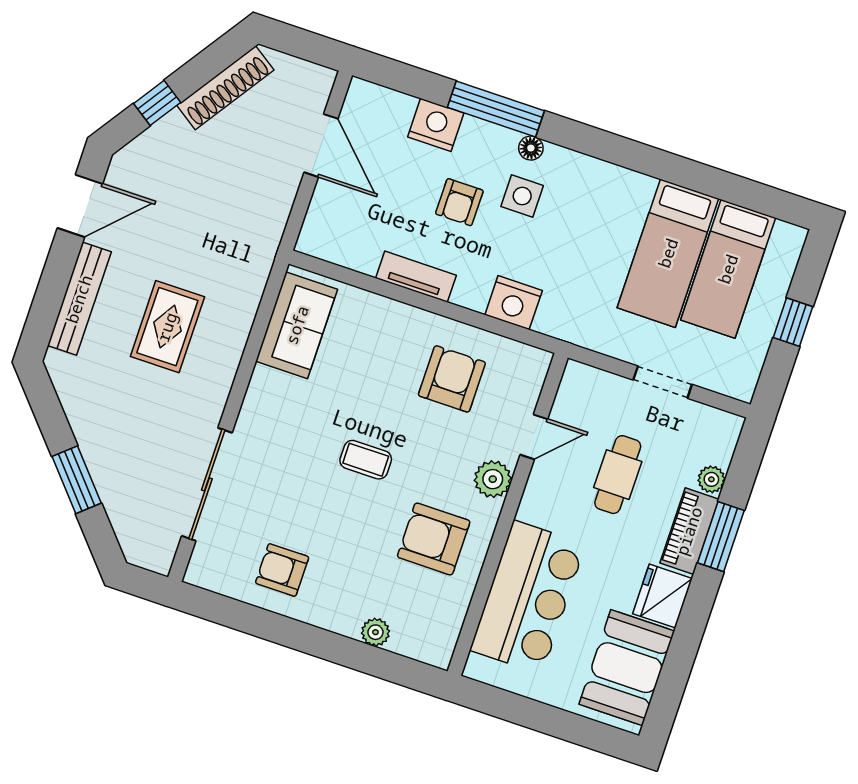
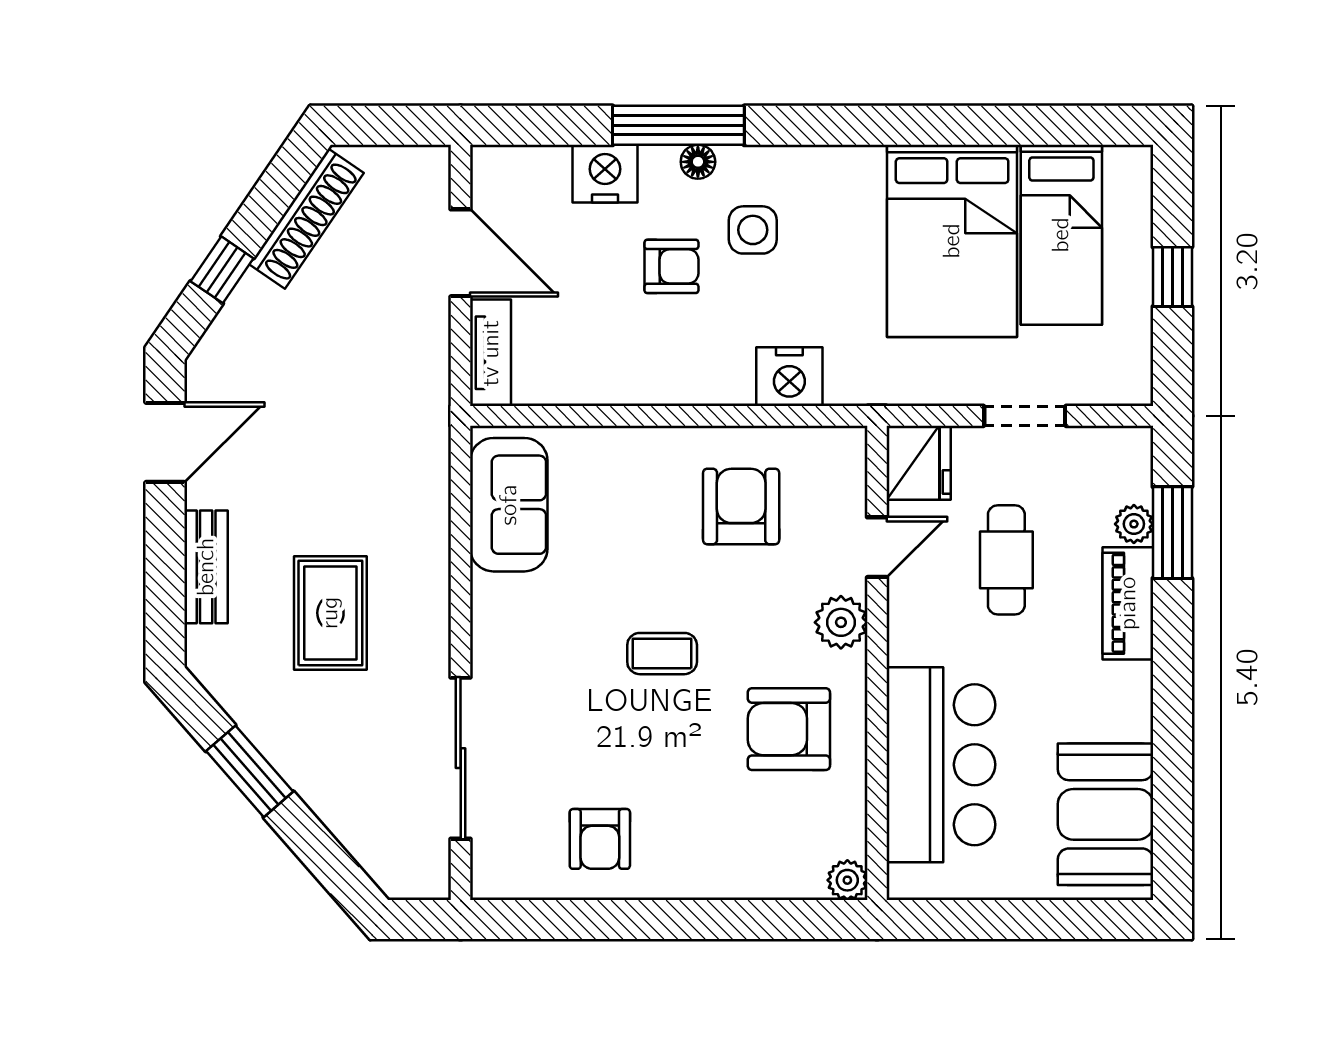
floor lamp: (531, 148) -> (698, 162), moved
armchair: (459, 202) -> (671, 266), turned -90
bed: (668, 253) -> (952, 241), width x1.50
tv unit: (416, 277) -> (491, 353), moved, turned 90
bench: (79, 299) -> (206, 567), width x0.73
rug: (167, 327) -> (330, 613), moved
window: (77, 480) -> (250, 771), moved
window: (721, 537) -> (1172, 533), moved
armchair: (282, 570) -> (600, 839), turned -90
fridge: (662, 596) -> (919, 463), moved, turned 180
plant: (375, 632) -> (847, 880), moved

